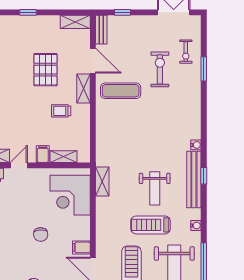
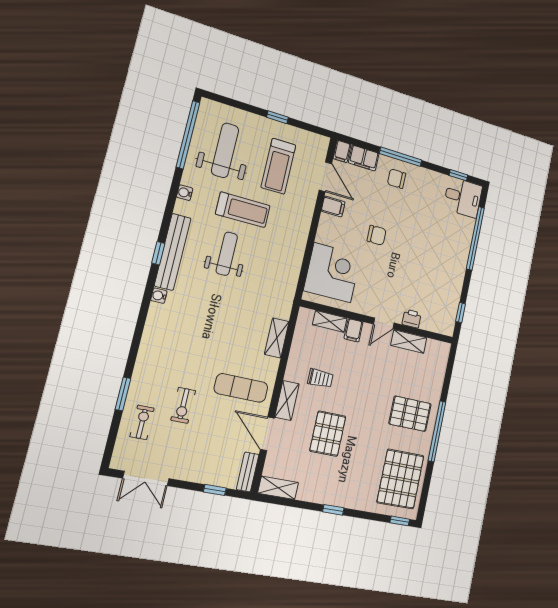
exercise bike: (160, 69) -> (183, 405), width x0.73, depth x0.72
shelving: (102, 181) -> (277, 338), moved
chair: (41, 234) -> (377, 235), turned 93

